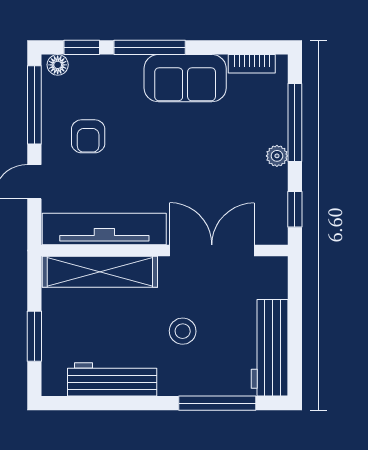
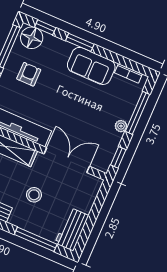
window: (150, 47) -> (80, 42), width x0.69
floor lamp: (58, 65) -> (32, 38), width x1.89, depth x1.89
armchair: (88, 136) -> (29, 74), turned 180
workbench: (270, 348) -> (72, 229), width x0.73

